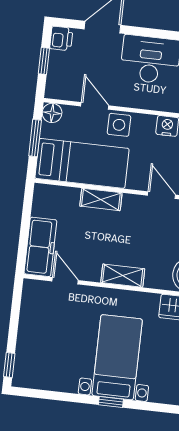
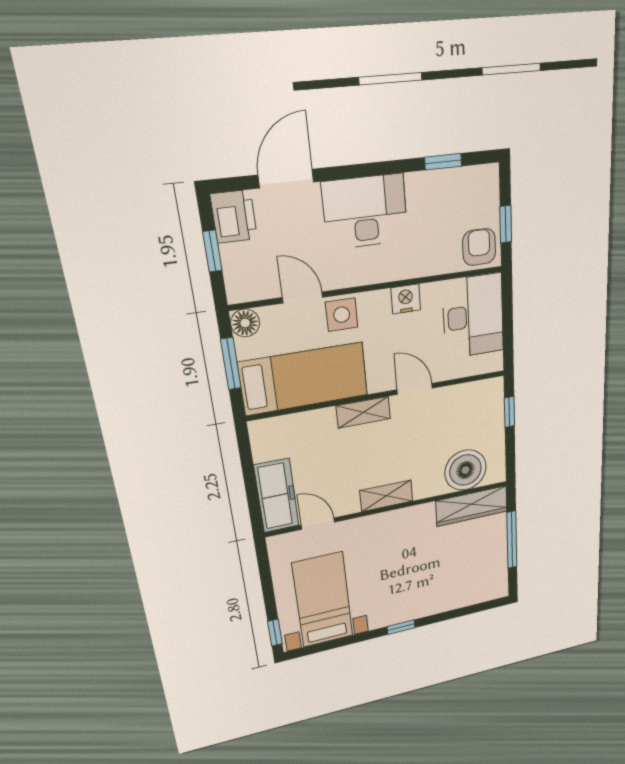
printer: (61, 38) -> (234, 217), width x1.36, depth x1.24
shelving: (101, 199) -> (363, 412), moved
bed with nightstands: (117, 357) -> (323, 600), moved

